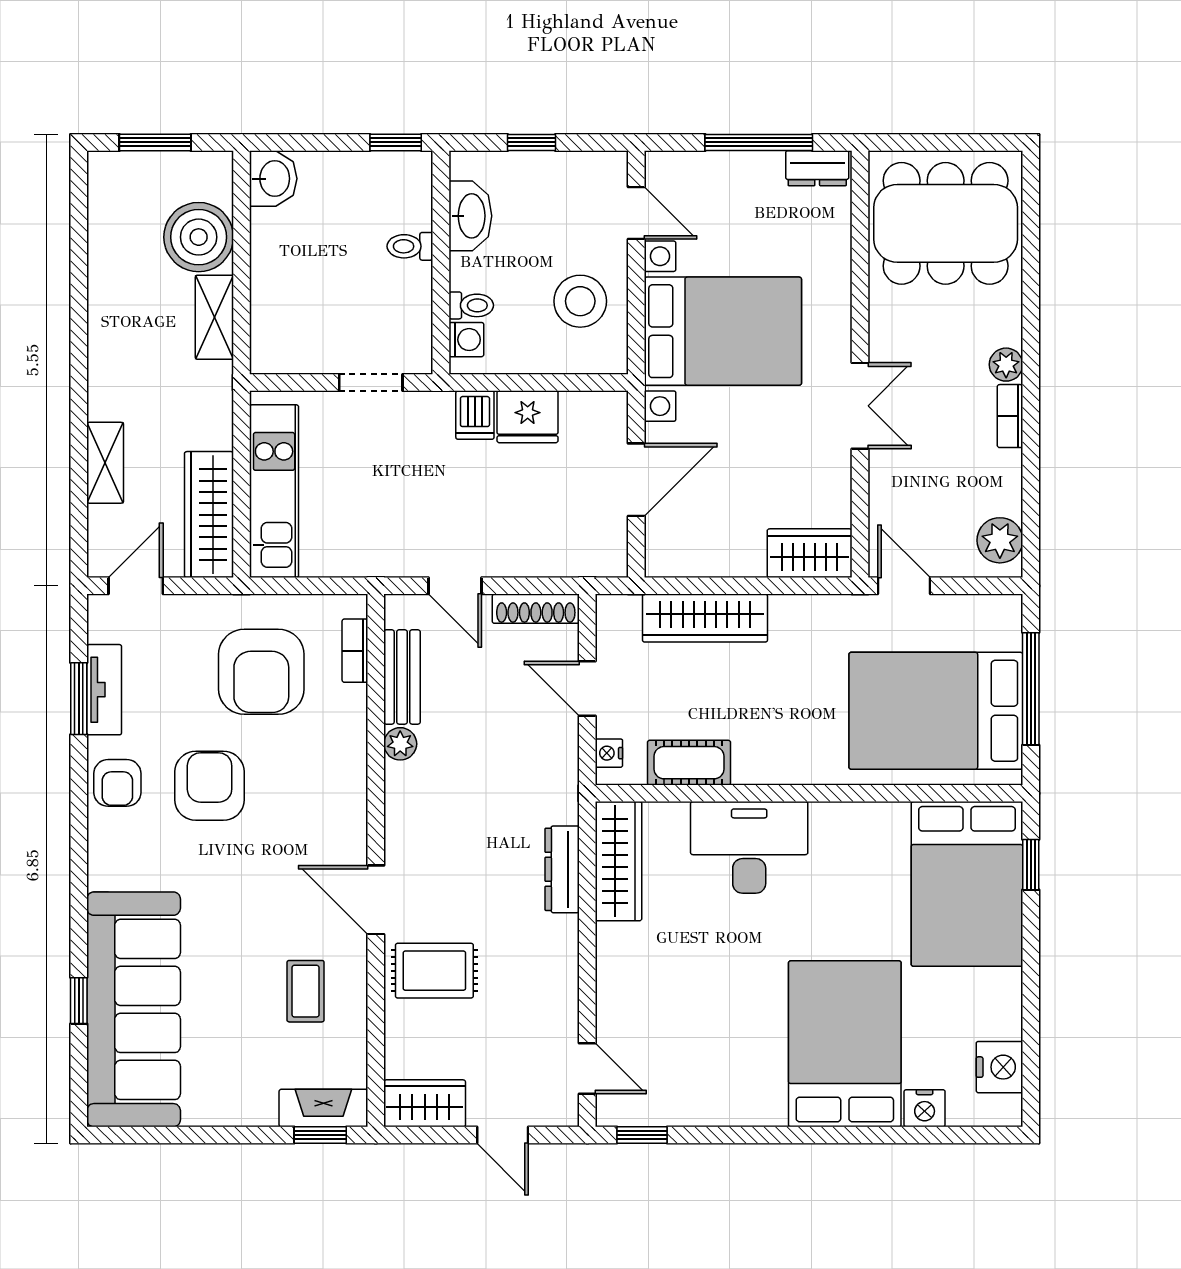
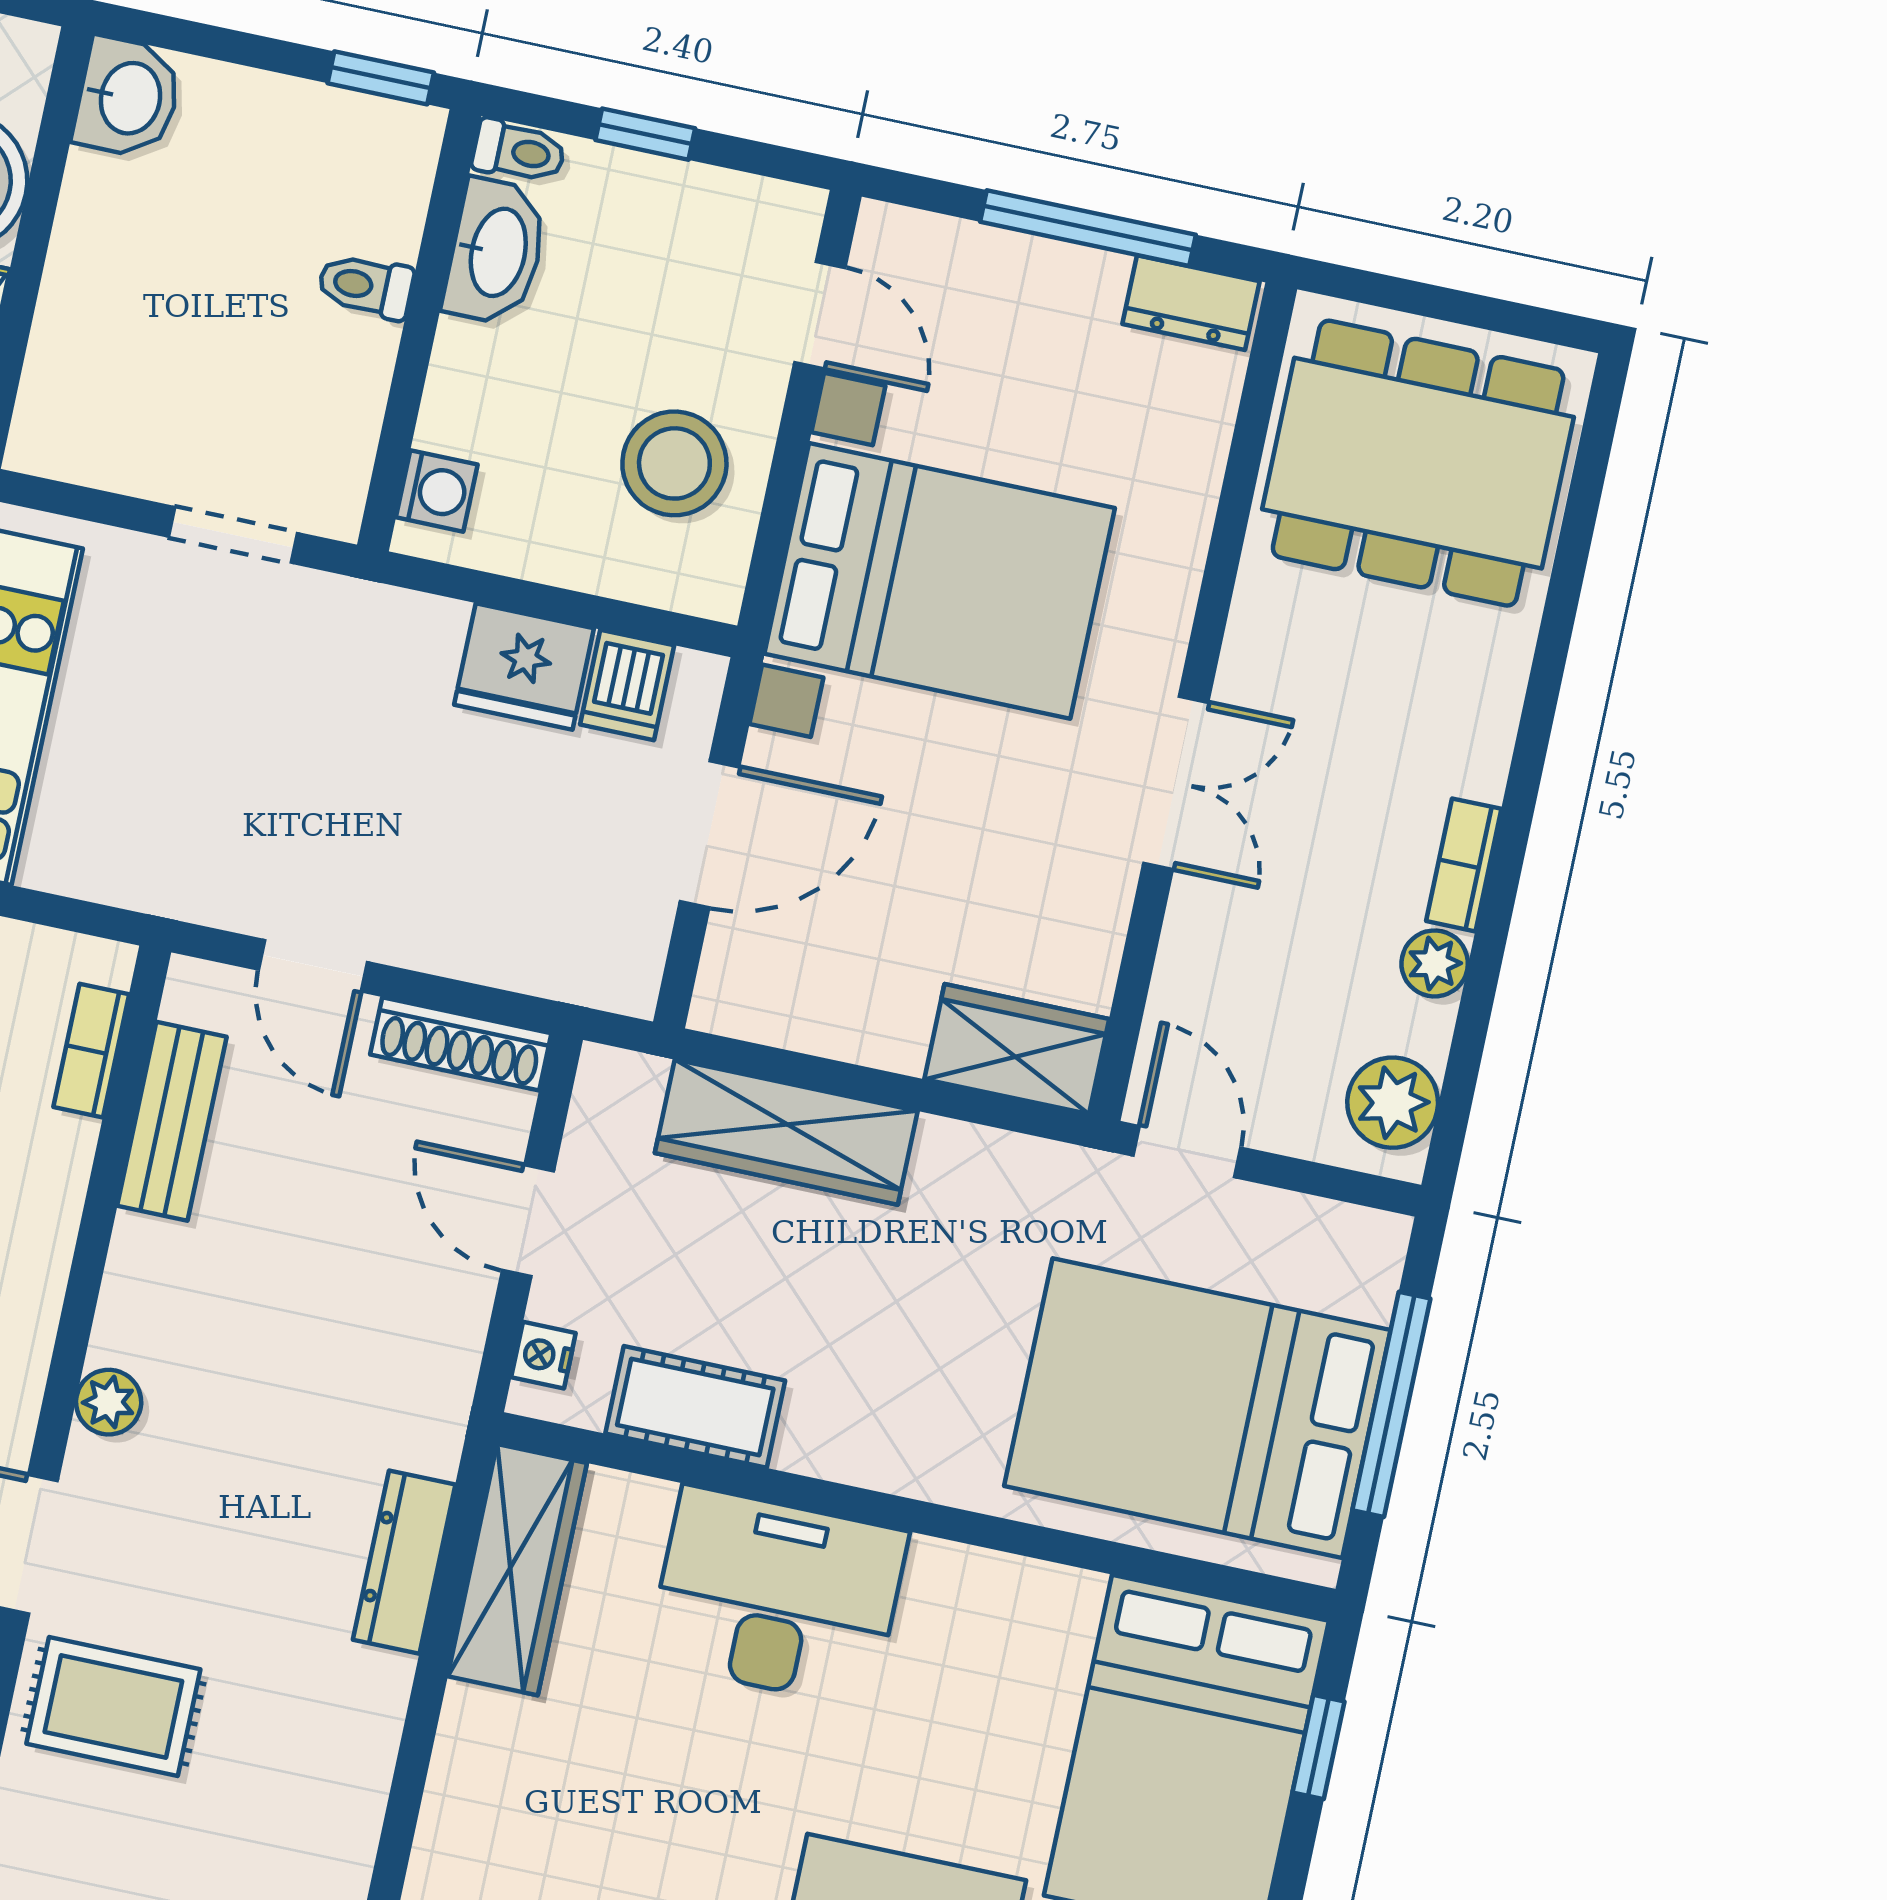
toilet: (471, 305) -> (519, 151), moved
plant: (1006, 365) -> (1435, 963), moved
dishwasher: (475, 415) -> (627, 685), moved
plant: (400, 744) -> (109, 1402), moved

